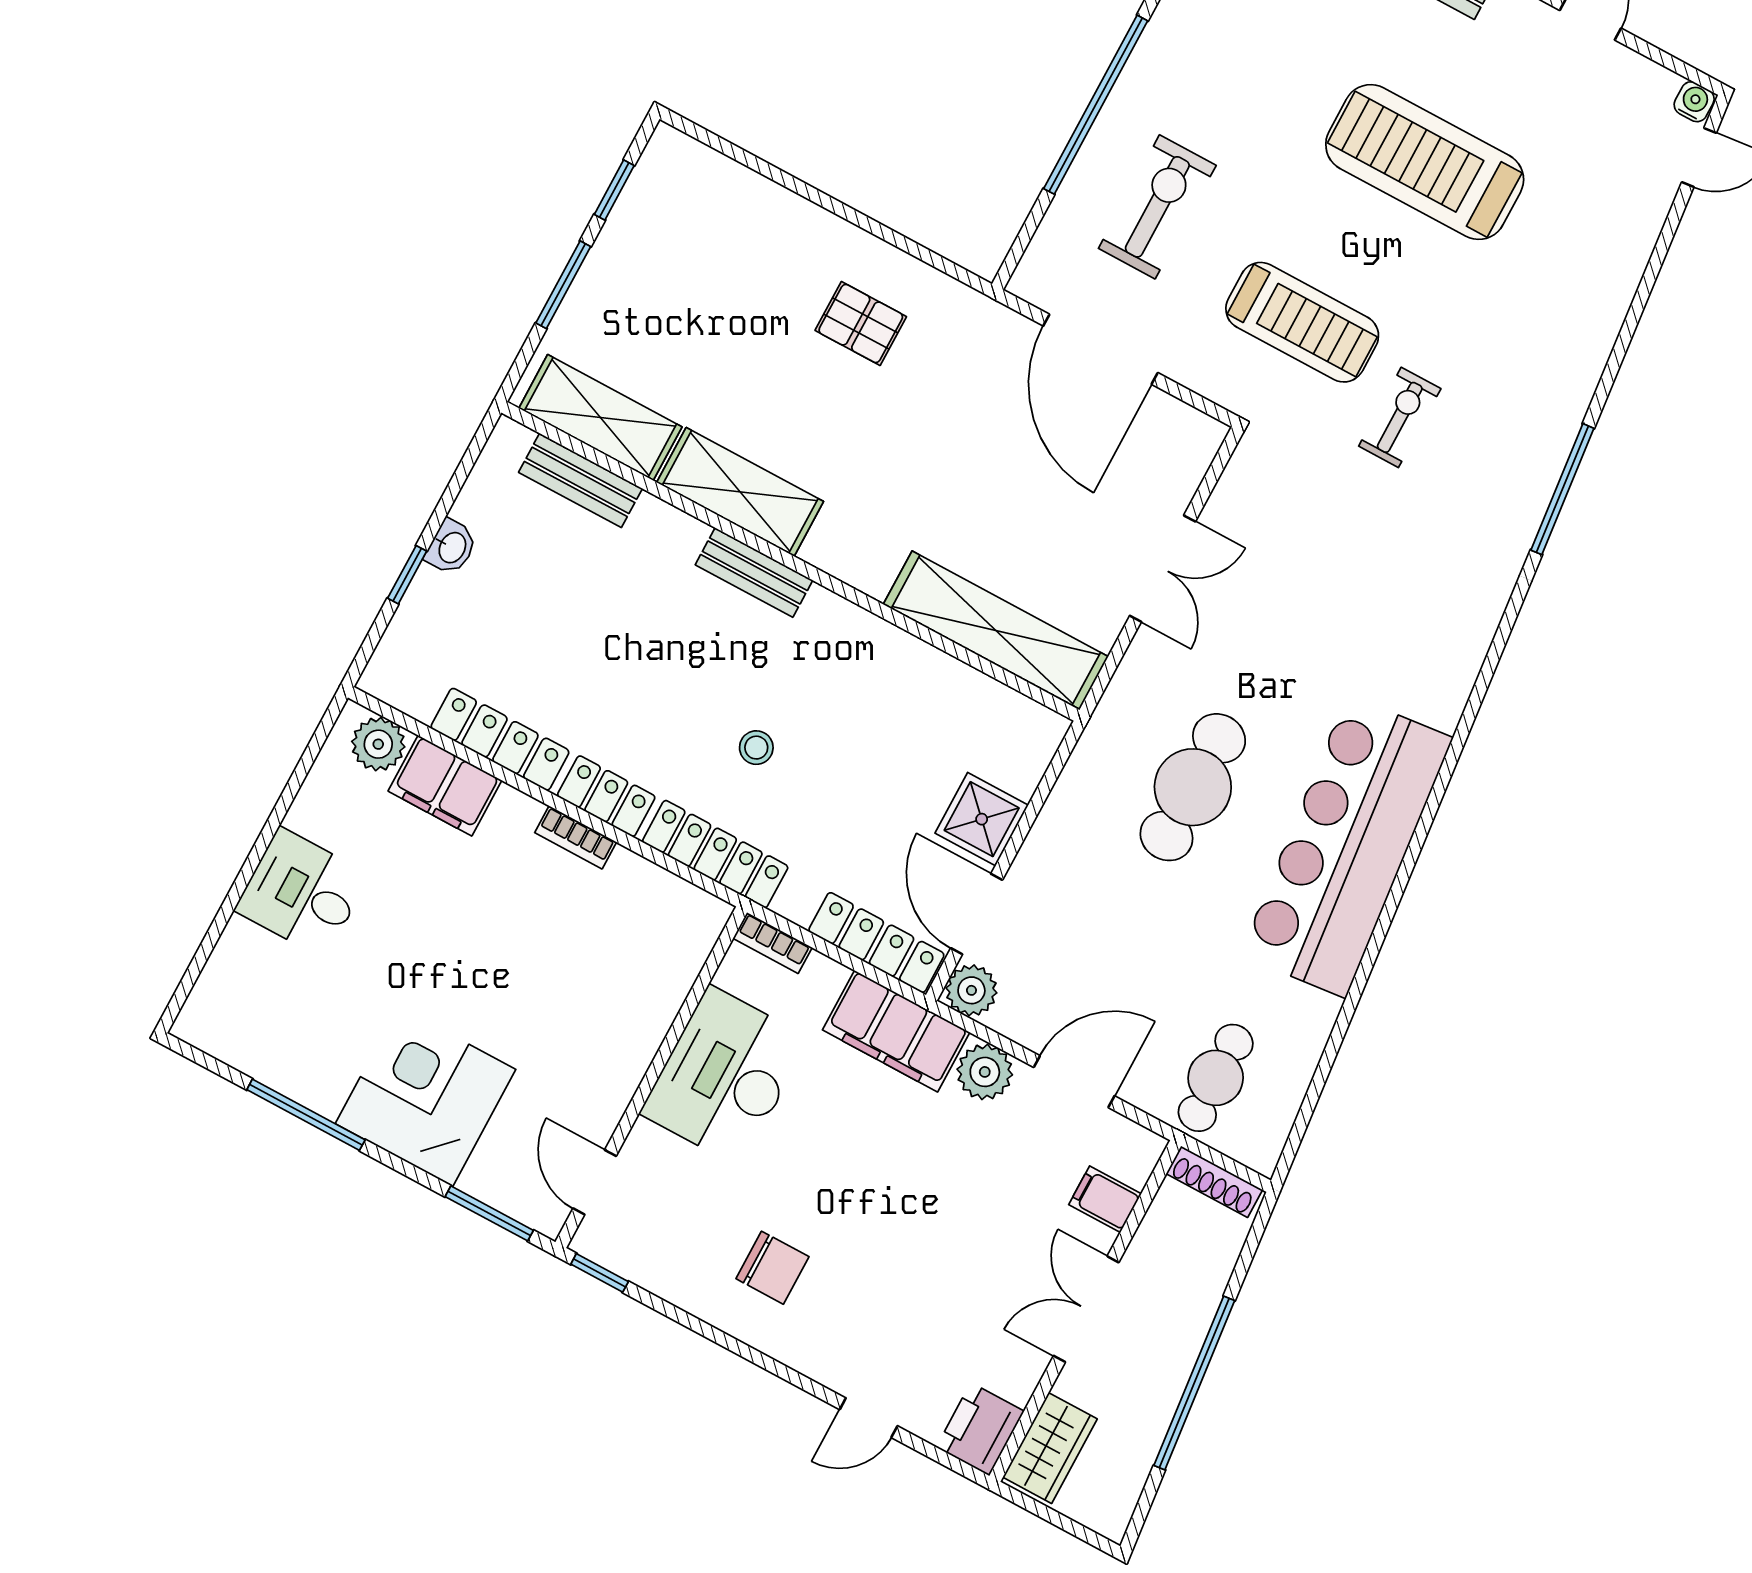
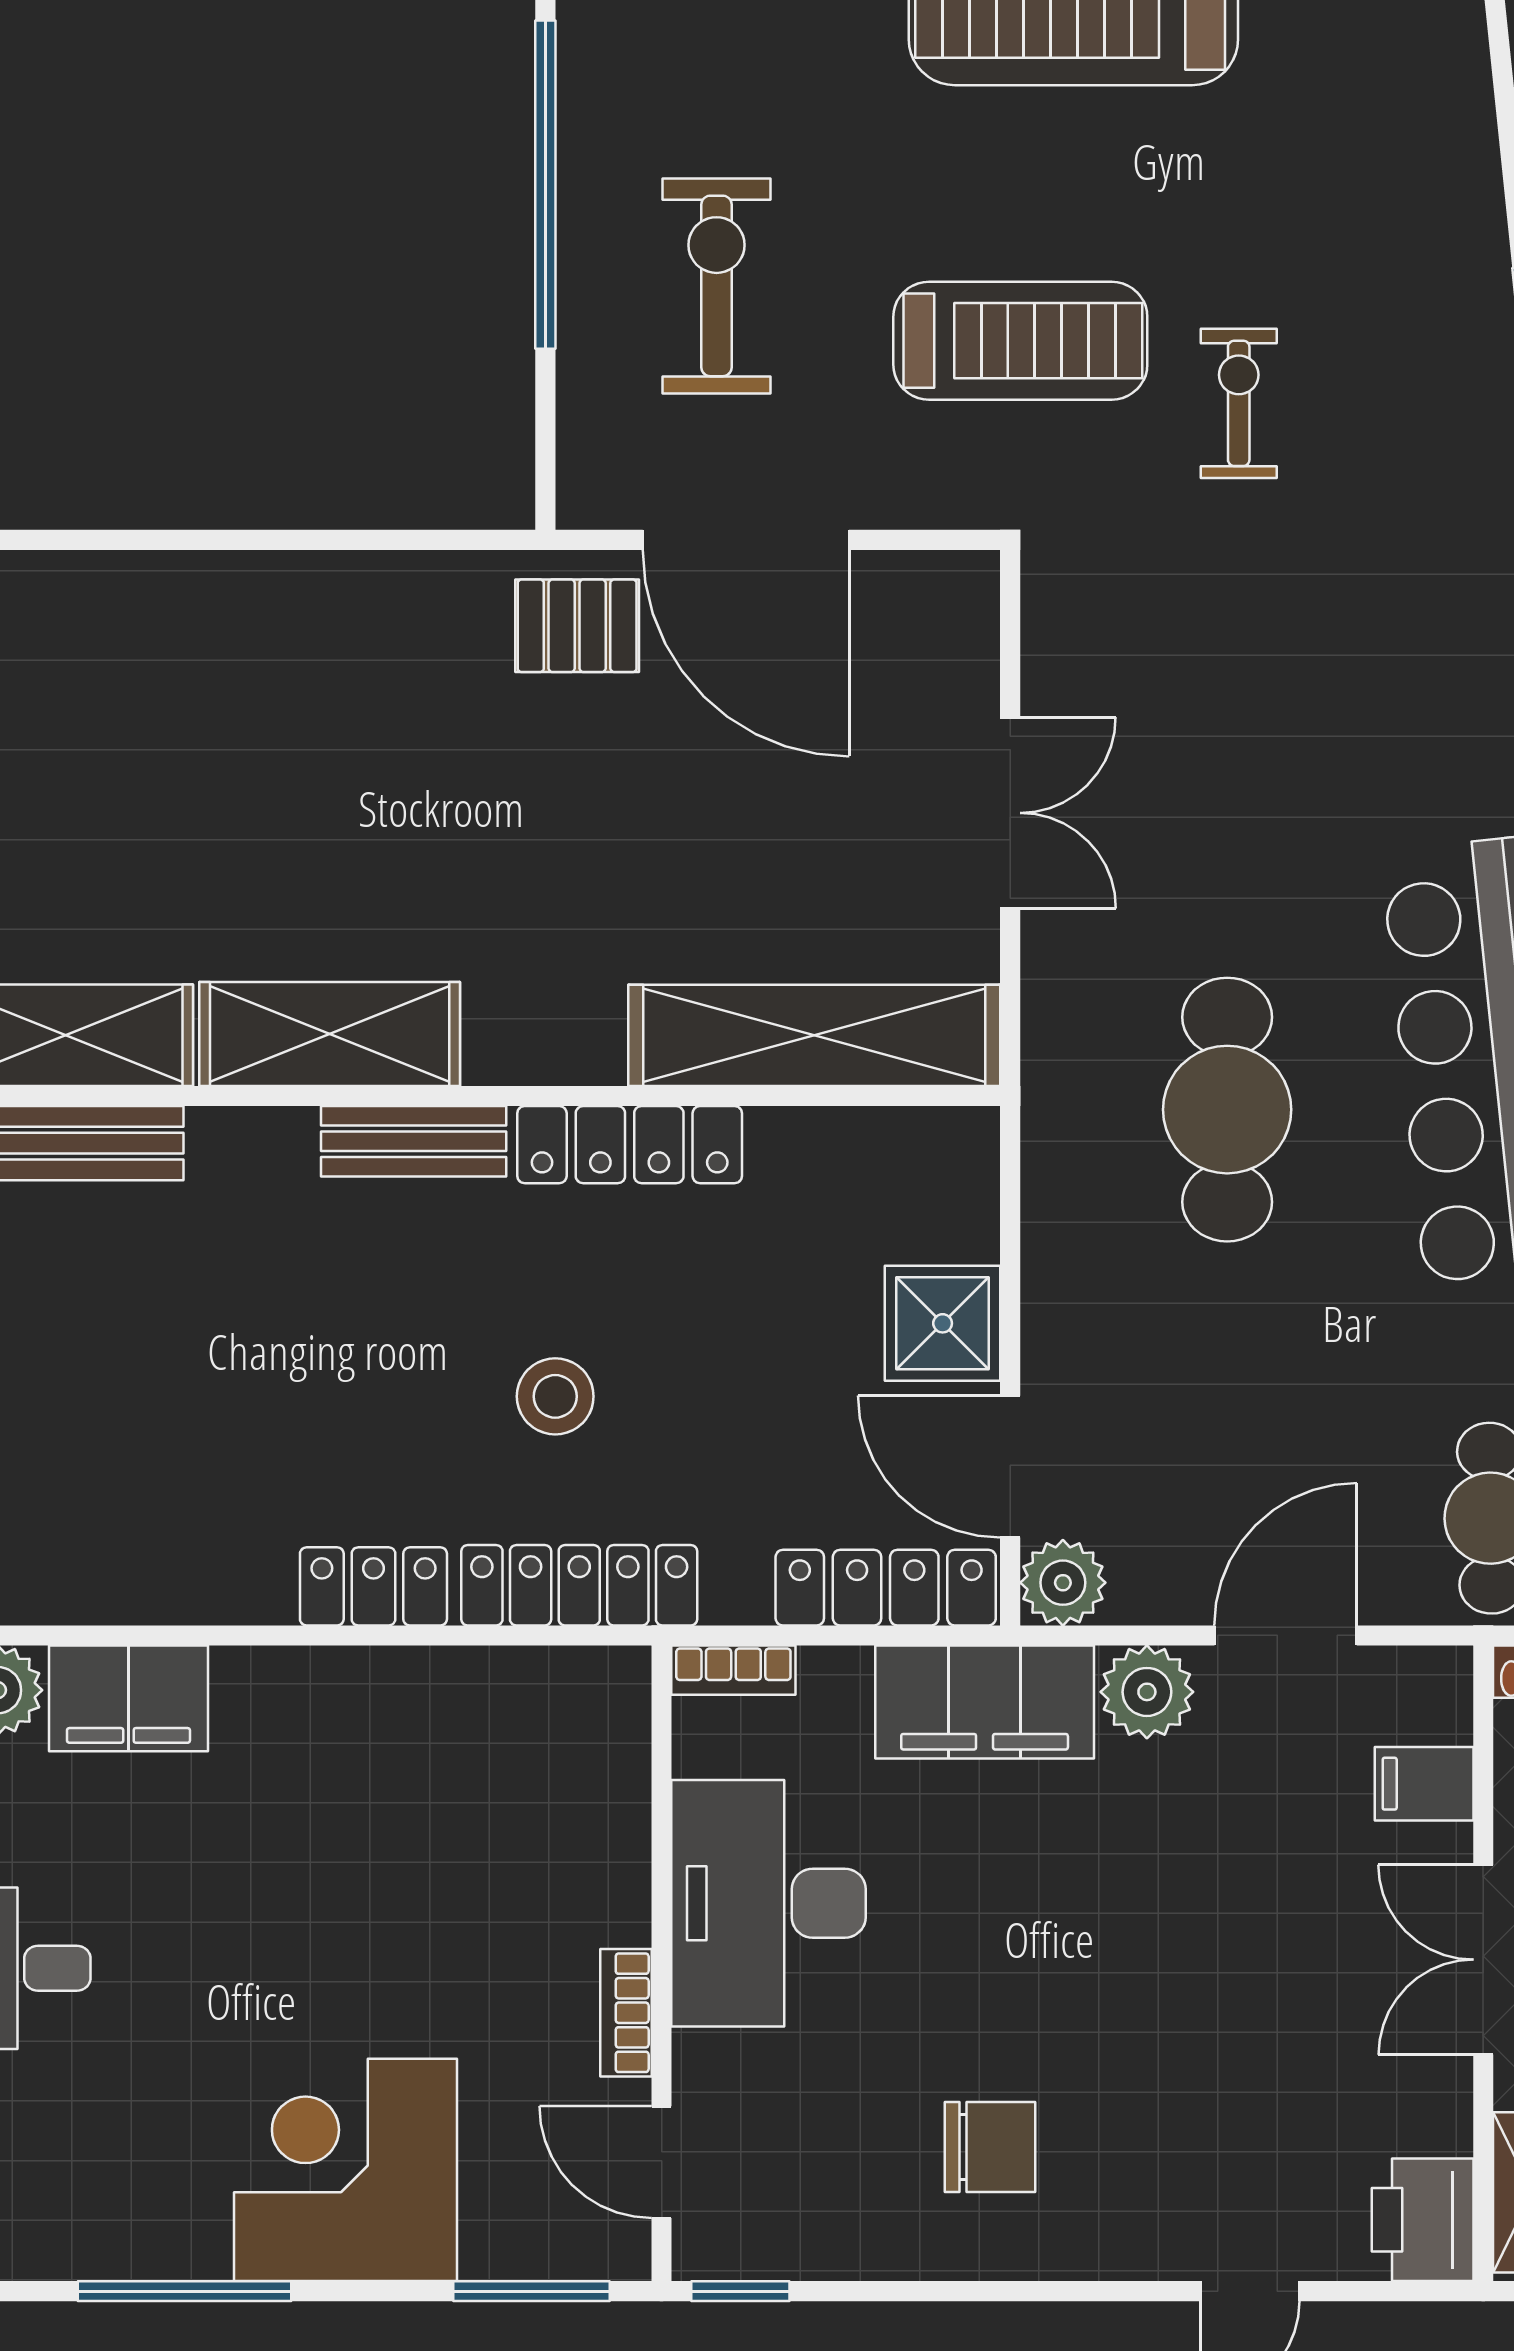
pallet: (861, 324) -> (577, 626), moved
locker: (500, 739) -> (630, 1145), moved, turned 180
stool: (756, 748) -> (555, 1396), width x1.37, depth x1.37
bookcase: (576, 837) -> (626, 2013), moved, turned 90

